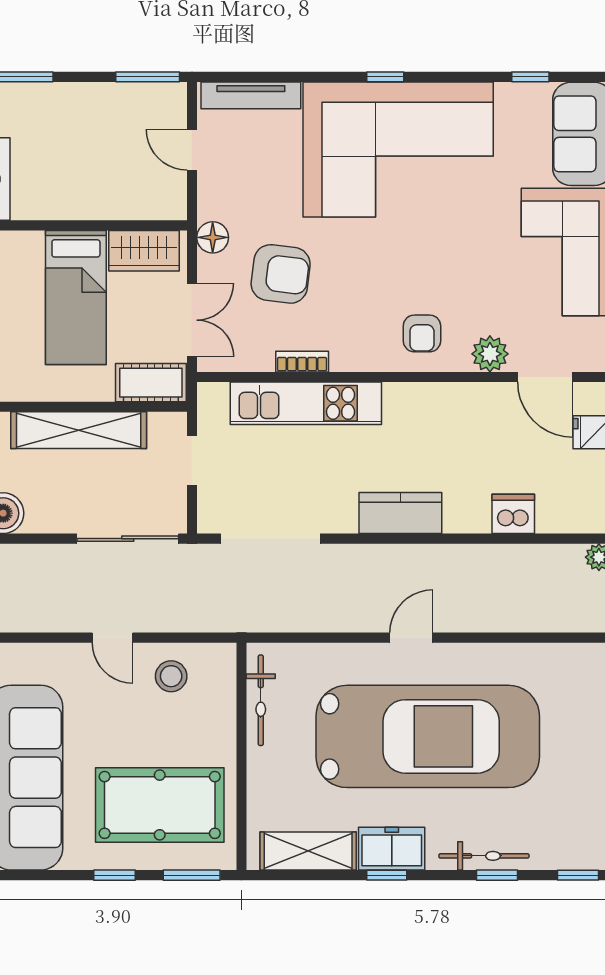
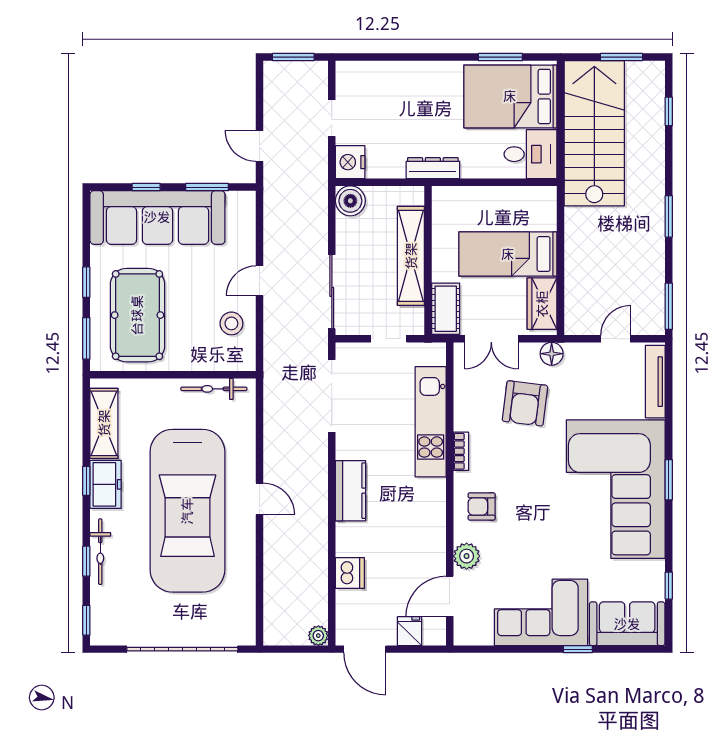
window: (385, 77) -> (669, 480), width x1.50
bookcase: (302, 362) -> (461, 451), moved

